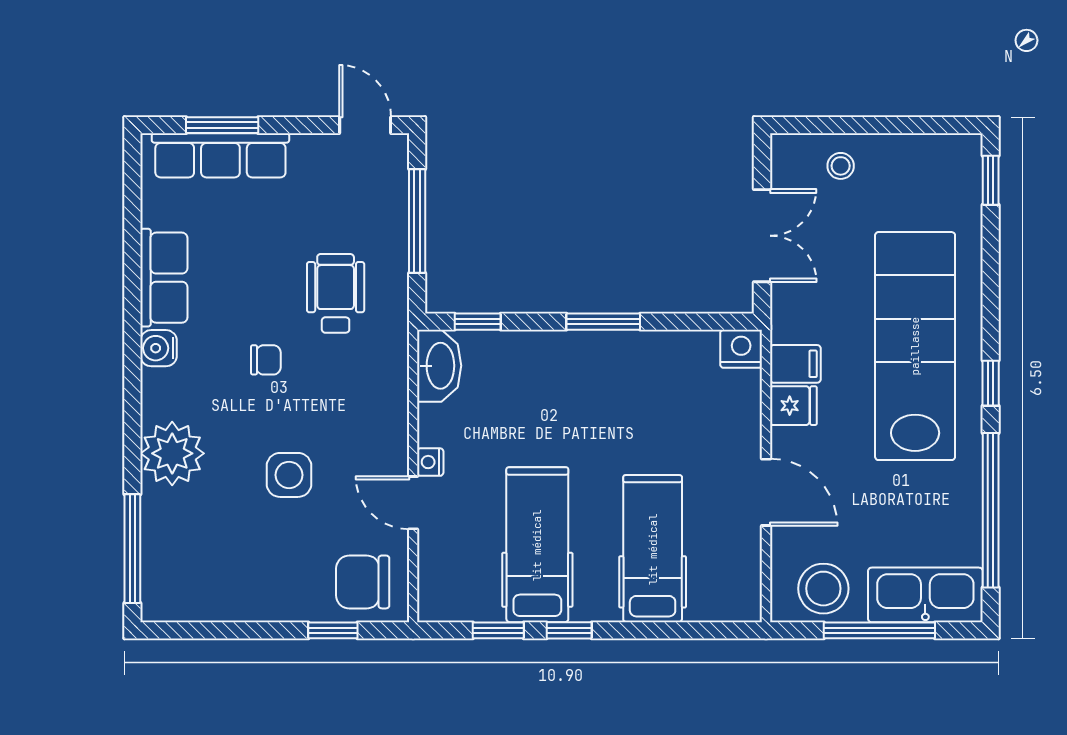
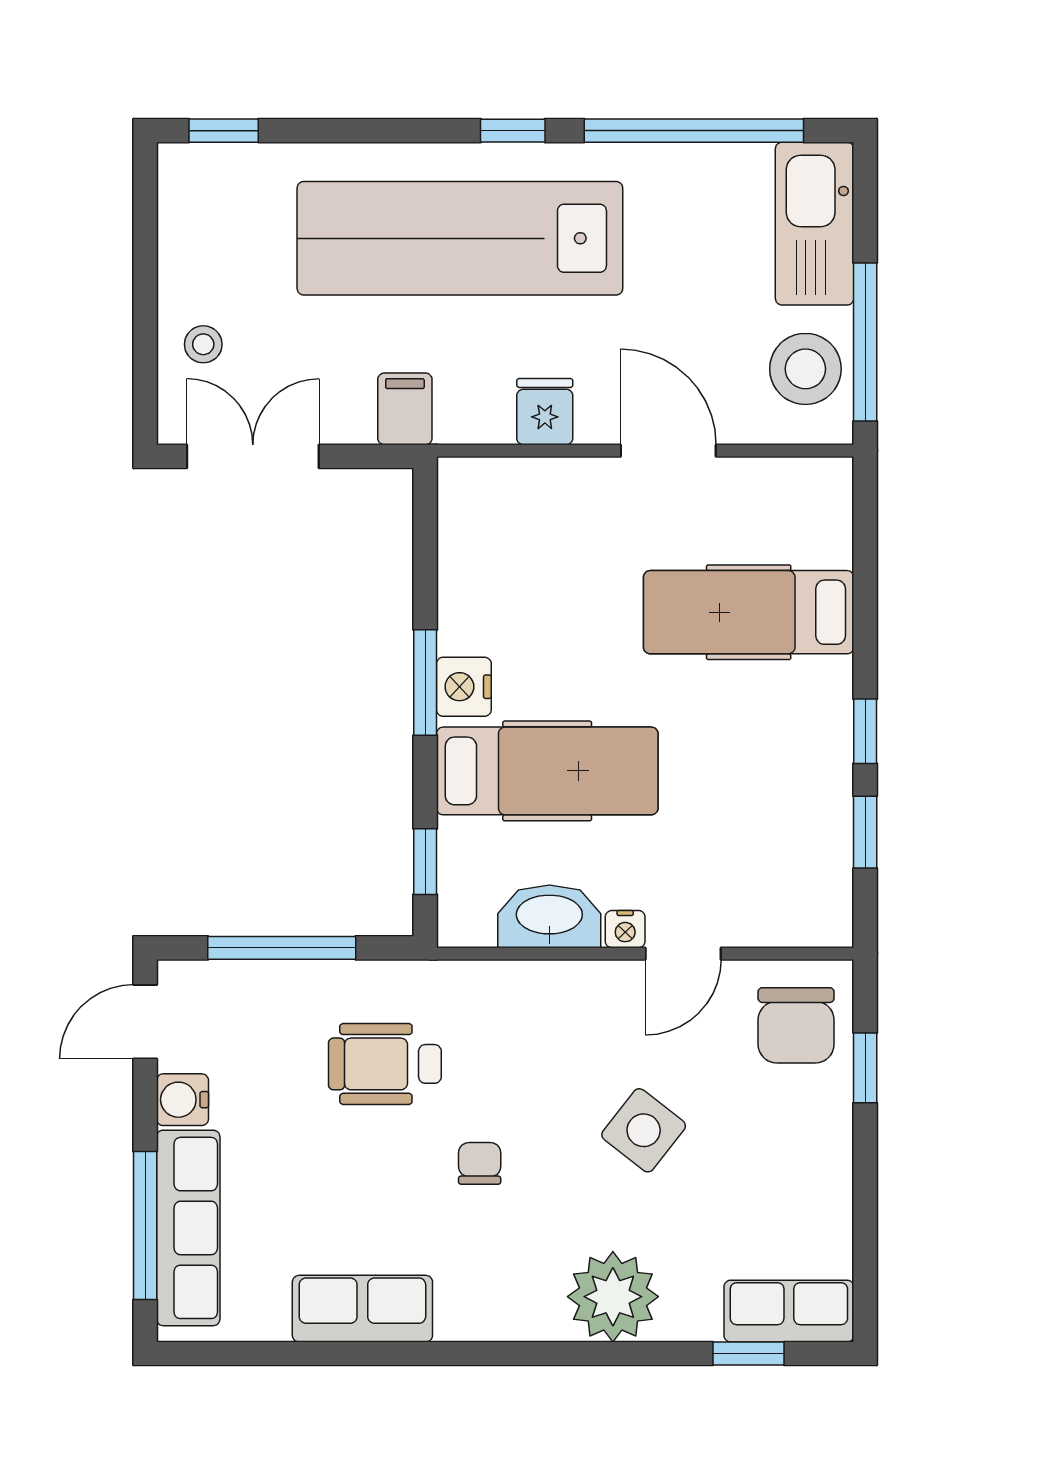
window: (222, 125) -> (145, 1226), width x1.44
double door: (762, 236) -> (253, 456), moved
water cooler: (159, 348) -> (182, 1100), moved, turned 90
nightstand: (741, 349) -> (464, 687), moved
filing cabinet: (795, 364) -> (405, 409), moved
washbasin: (439, 366) -> (549, 916), moved
side table: (289, 475) -> (644, 1130), turned 38
door: (766, 492) -> (668, 451), hinge flipped
hospital bed: (537, 545) -> (547, 771), moved, turned 180
window: (132, 549) -> (749, 1354), width x0.46
row of seats: (162, 577) -> (789, 1311), added
window: (879, 630) -> (865, 342), moved

